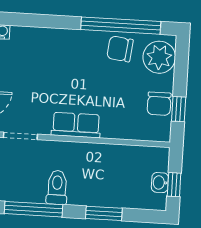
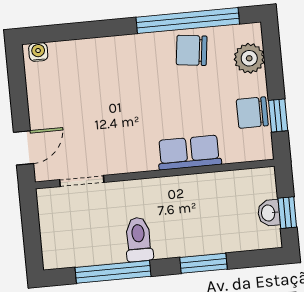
plant: (159, 57) -> (249, 58), width x0.73, depth x0.73
chair: (159, 104) -> (252, 113), turned 90
row of seats: (76, 125) -> (189, 153), moved

